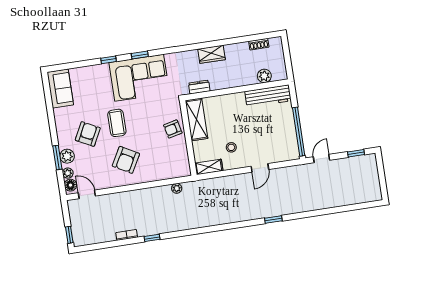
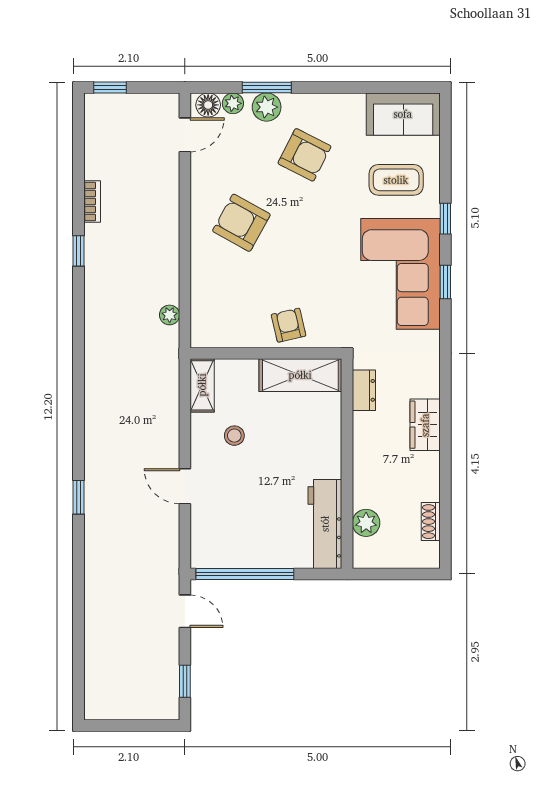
coffee table: (117, 123) -> (396, 180), moved

